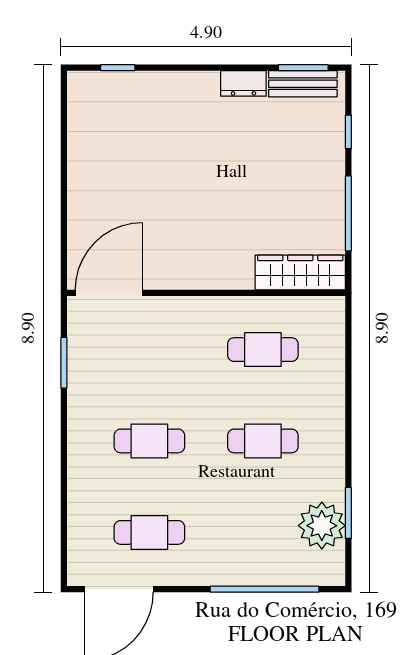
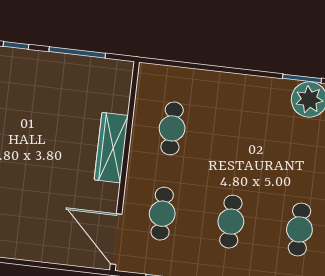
wardrobe: (300, 272) -> (111, 148), moved
cafe table: (263, 441) -> (162, 214), moved

